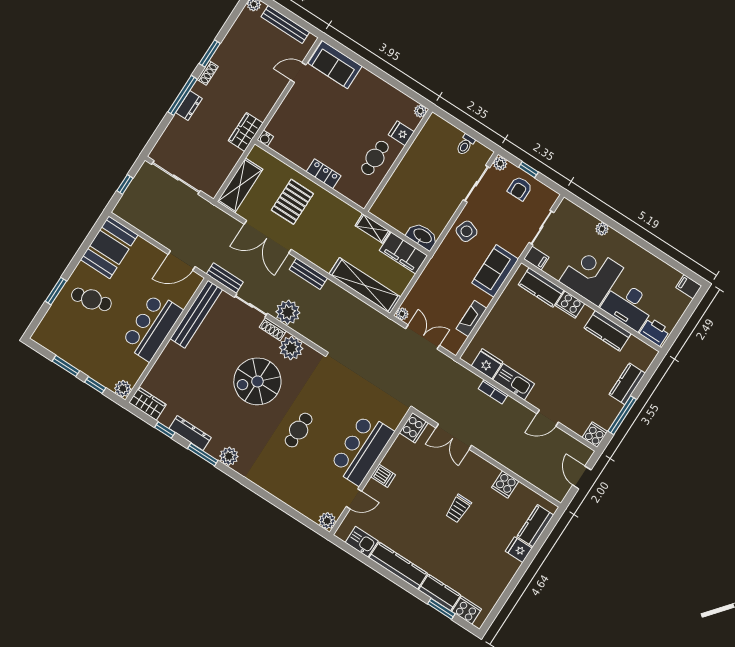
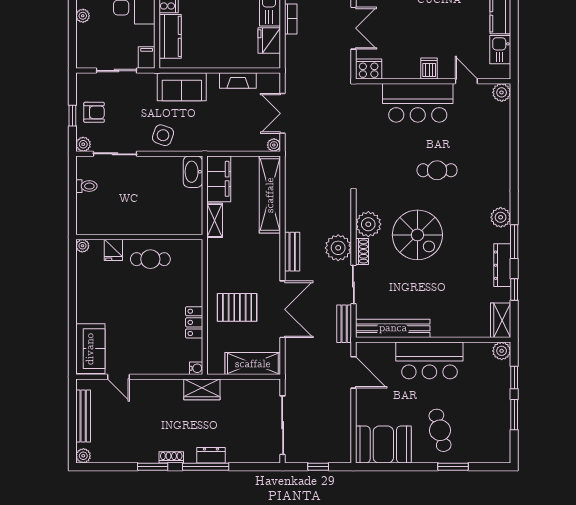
locker: (324, 174) -> (194, 322), moved

